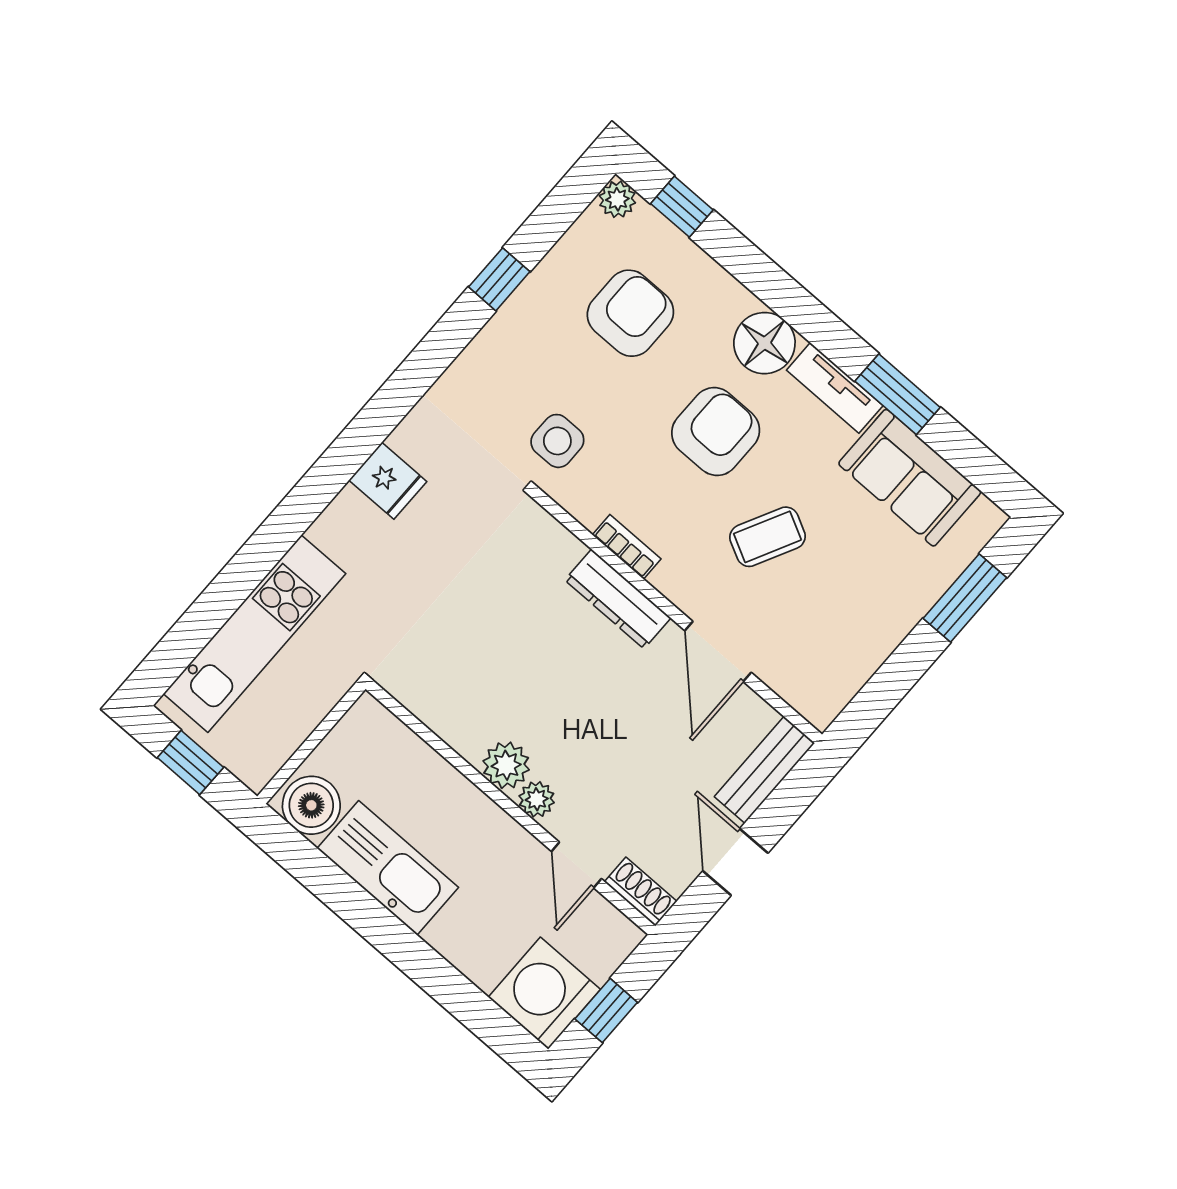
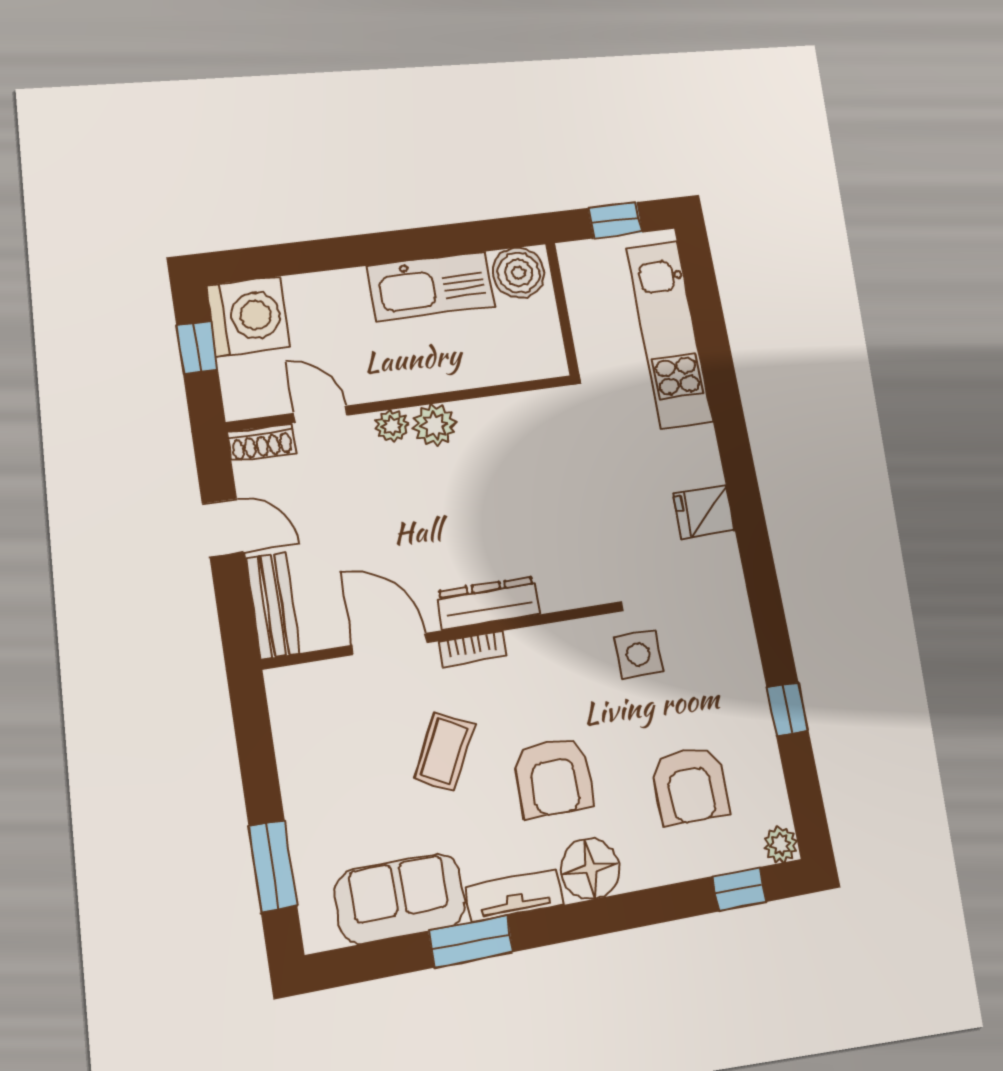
bookcase: (627, 547) -> (473, 649), moved

